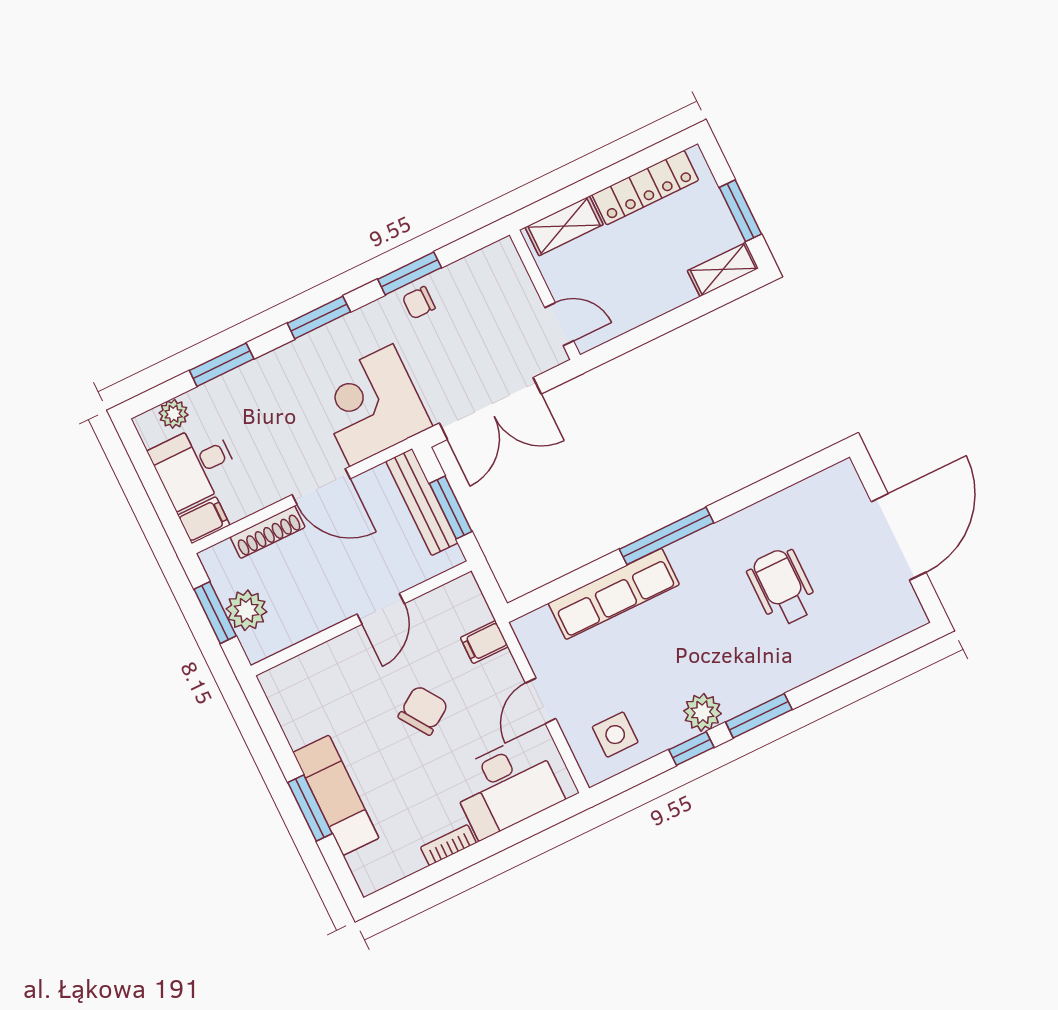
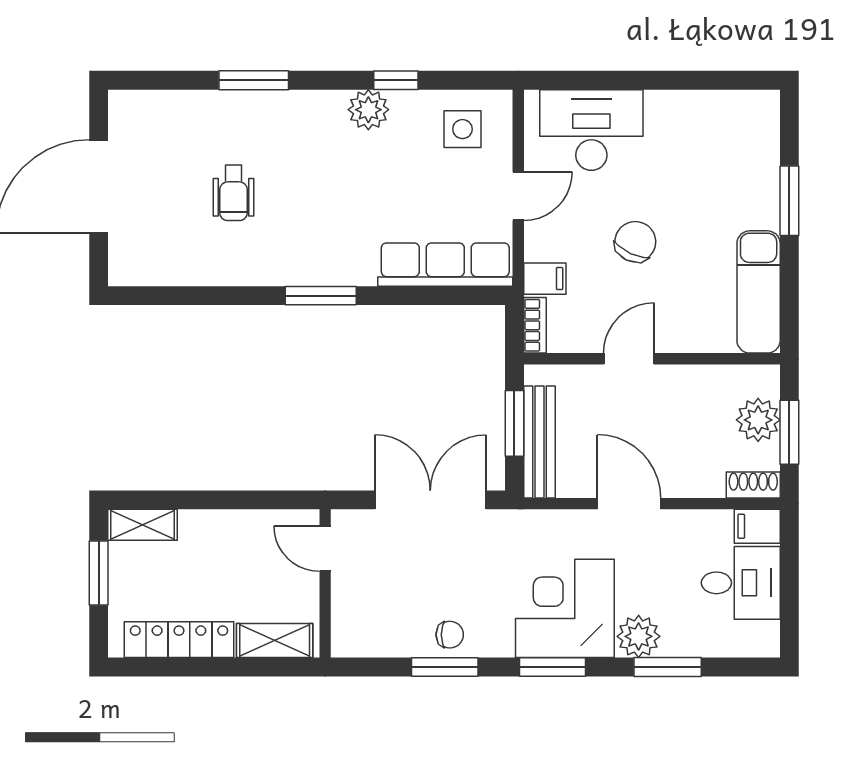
corner desk: (371, 405) -> (565, 608), moved, turned 180
plant: (174, 414) -> (639, 636), moved, width x1.38, depth x1.38
shoe rack: (268, 532) -> (753, 485), moved, width x0.70
window: (666, 536) -> (321, 296), width x0.69
wheelchair: (782, 587) -> (233, 193), width x0.73, depth x0.73
row of seats: (614, 594) -> (445, 265), moved
chair: (423, 710) -> (635, 242), turned 149
window: (759, 716) -> (254, 80), moved
exam couch: (336, 795) -> (759, 292), moved
bookcase: (448, 845) -> (535, 325), moved, turned -90

